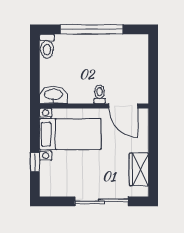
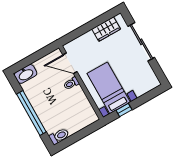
washbasin: (54, 95) -> (26, 74), moved, turned -90
door: (123, 106) -> (70, 63), swing flipped
window: (35, 162) -> (124, 110), moved

